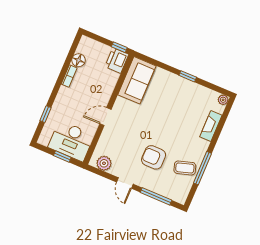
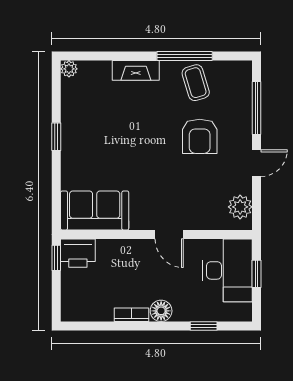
floor lamp: (78, 60) -> (161, 311), moved
fireplace: (211, 126) -> (136, 70), moved

